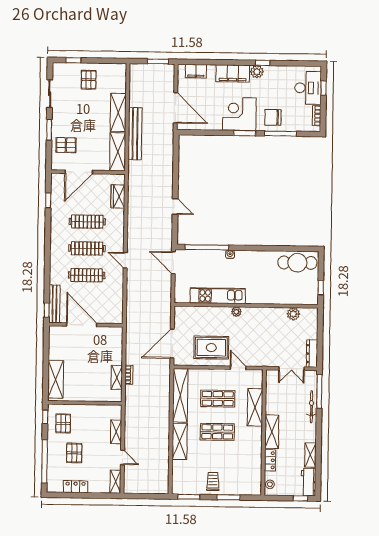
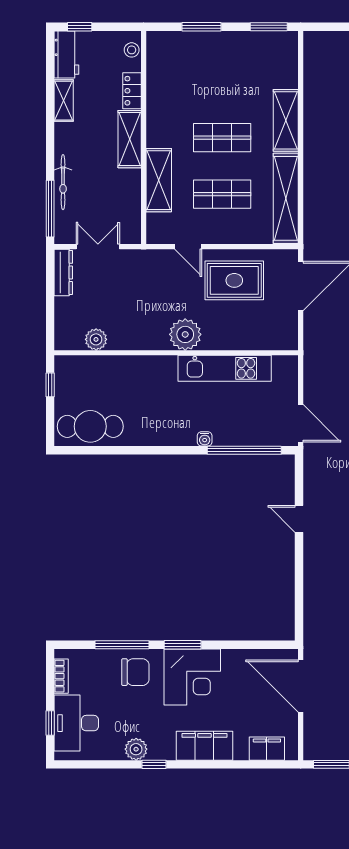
plant: (257, 72) -> (136, 749), moved
plant: (236, 312) -> (185, 334), width x1.88, depth x1.88
trolley: (213, 481) -> (228, 53), removed

